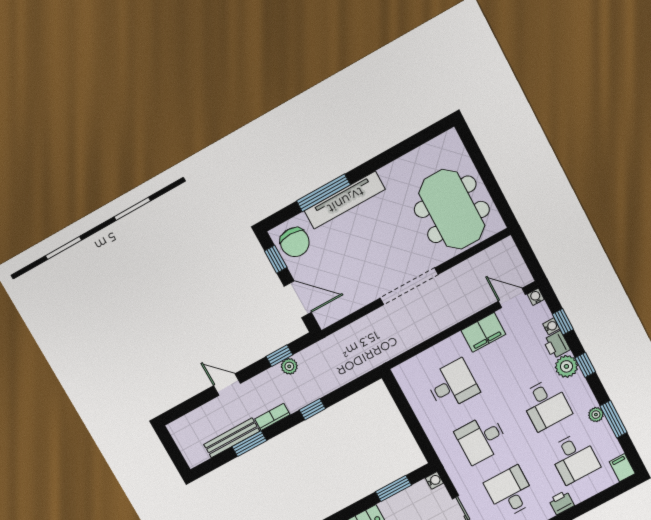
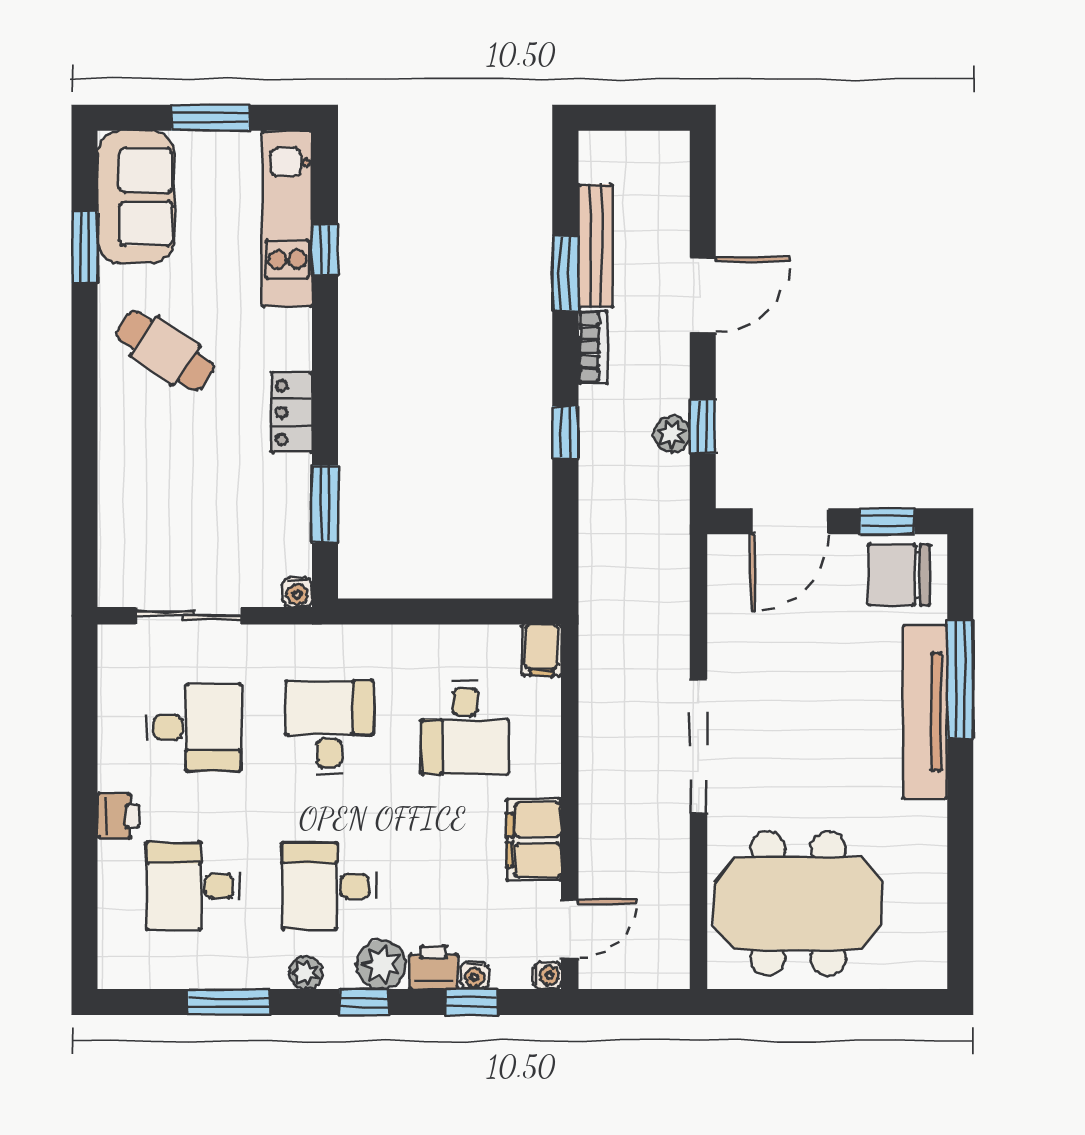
door: (227, 385) -> (703, 295), width x1.38
plant: (596, 415) -> (306, 973), moved
filing cabinet: (622, 468) -> (542, 650), moved, turned 90

